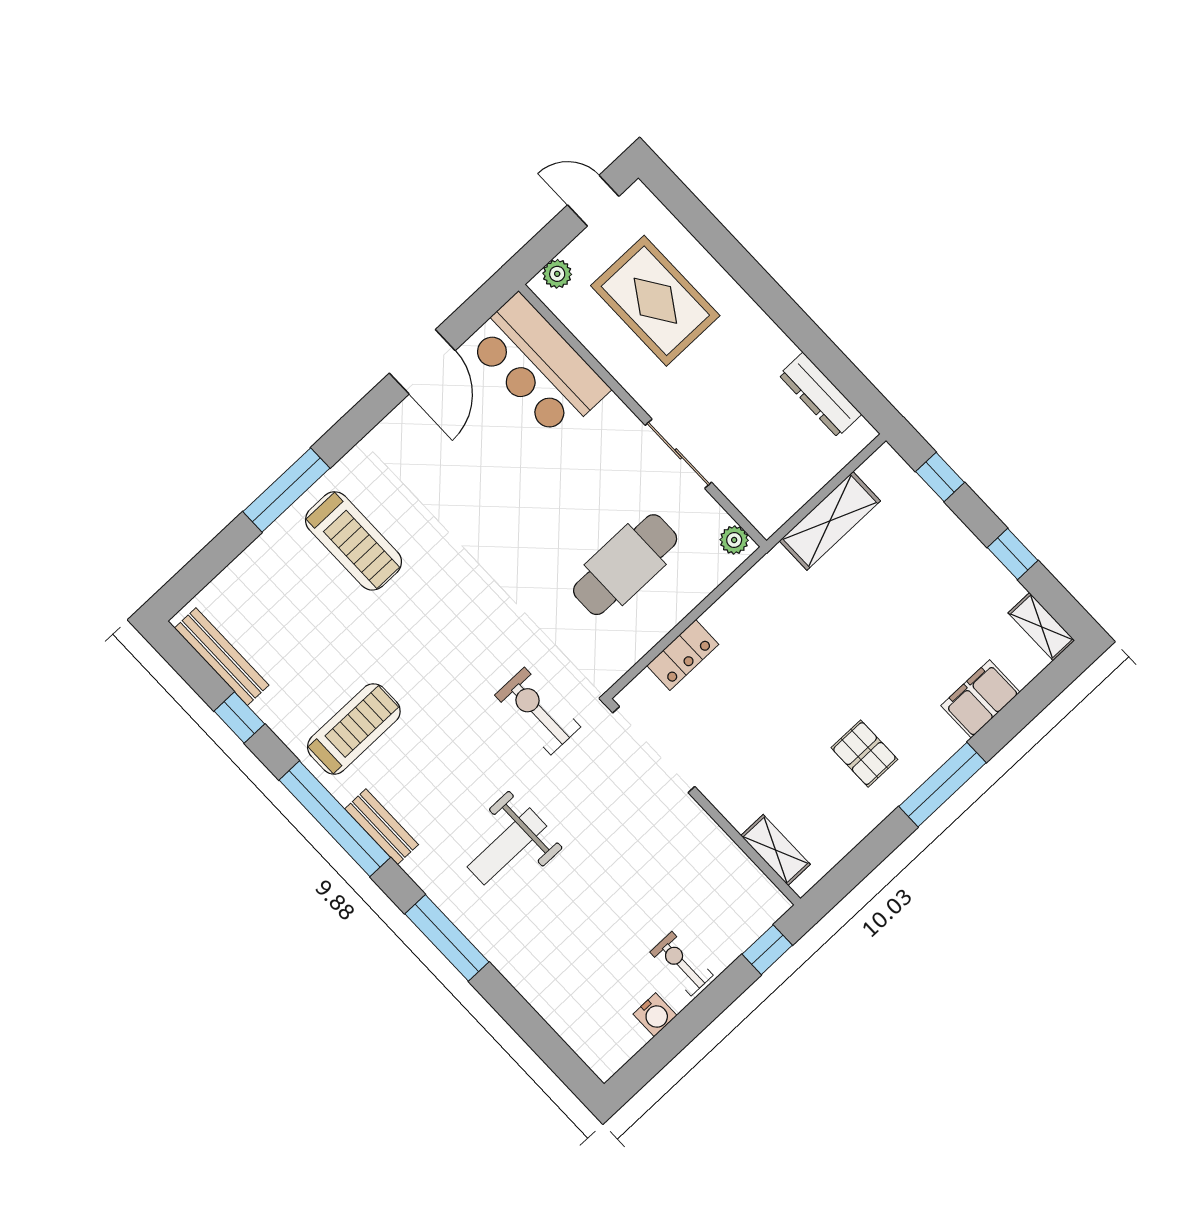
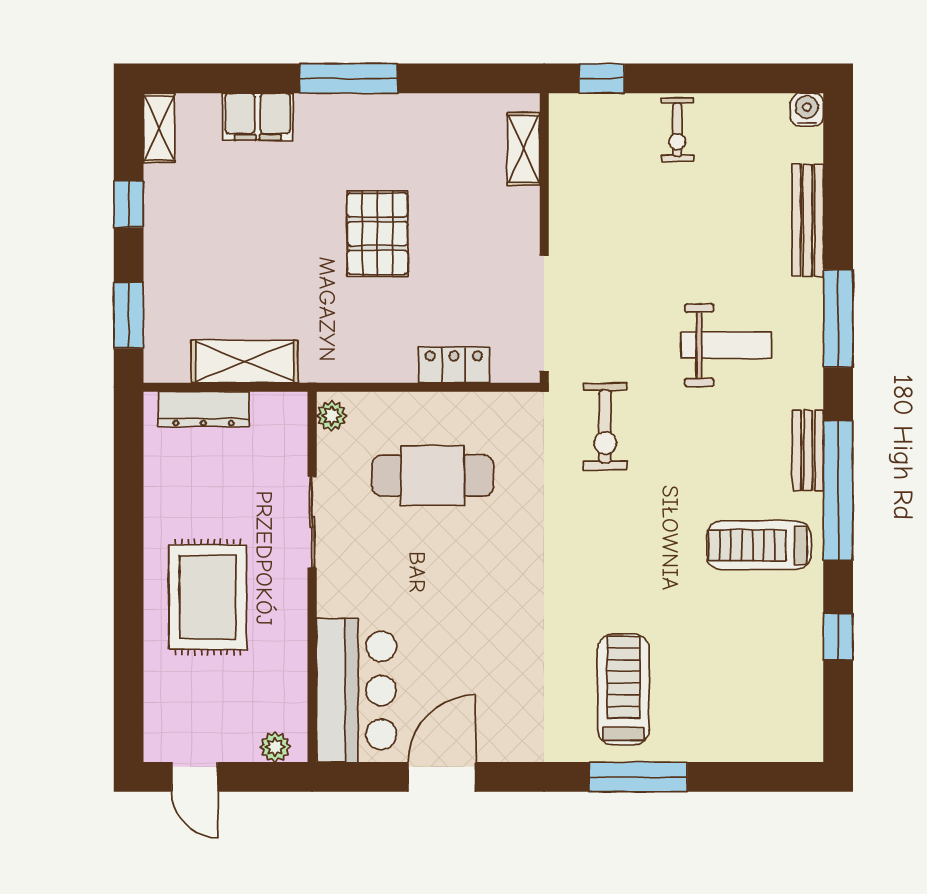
rug: (655, 301) -> (208, 597), moved
dresser: (820, 395) -> (203, 409), moved, turned 90
window: (940, 477) -> (129, 316), width x1.50
bench: (222, 657) -> (808, 220), moved
pallet: (864, 754) -> (377, 234), moved, width x1.50, depth x1.42
water cooler: (655, 1015) -> (807, 110), moved

